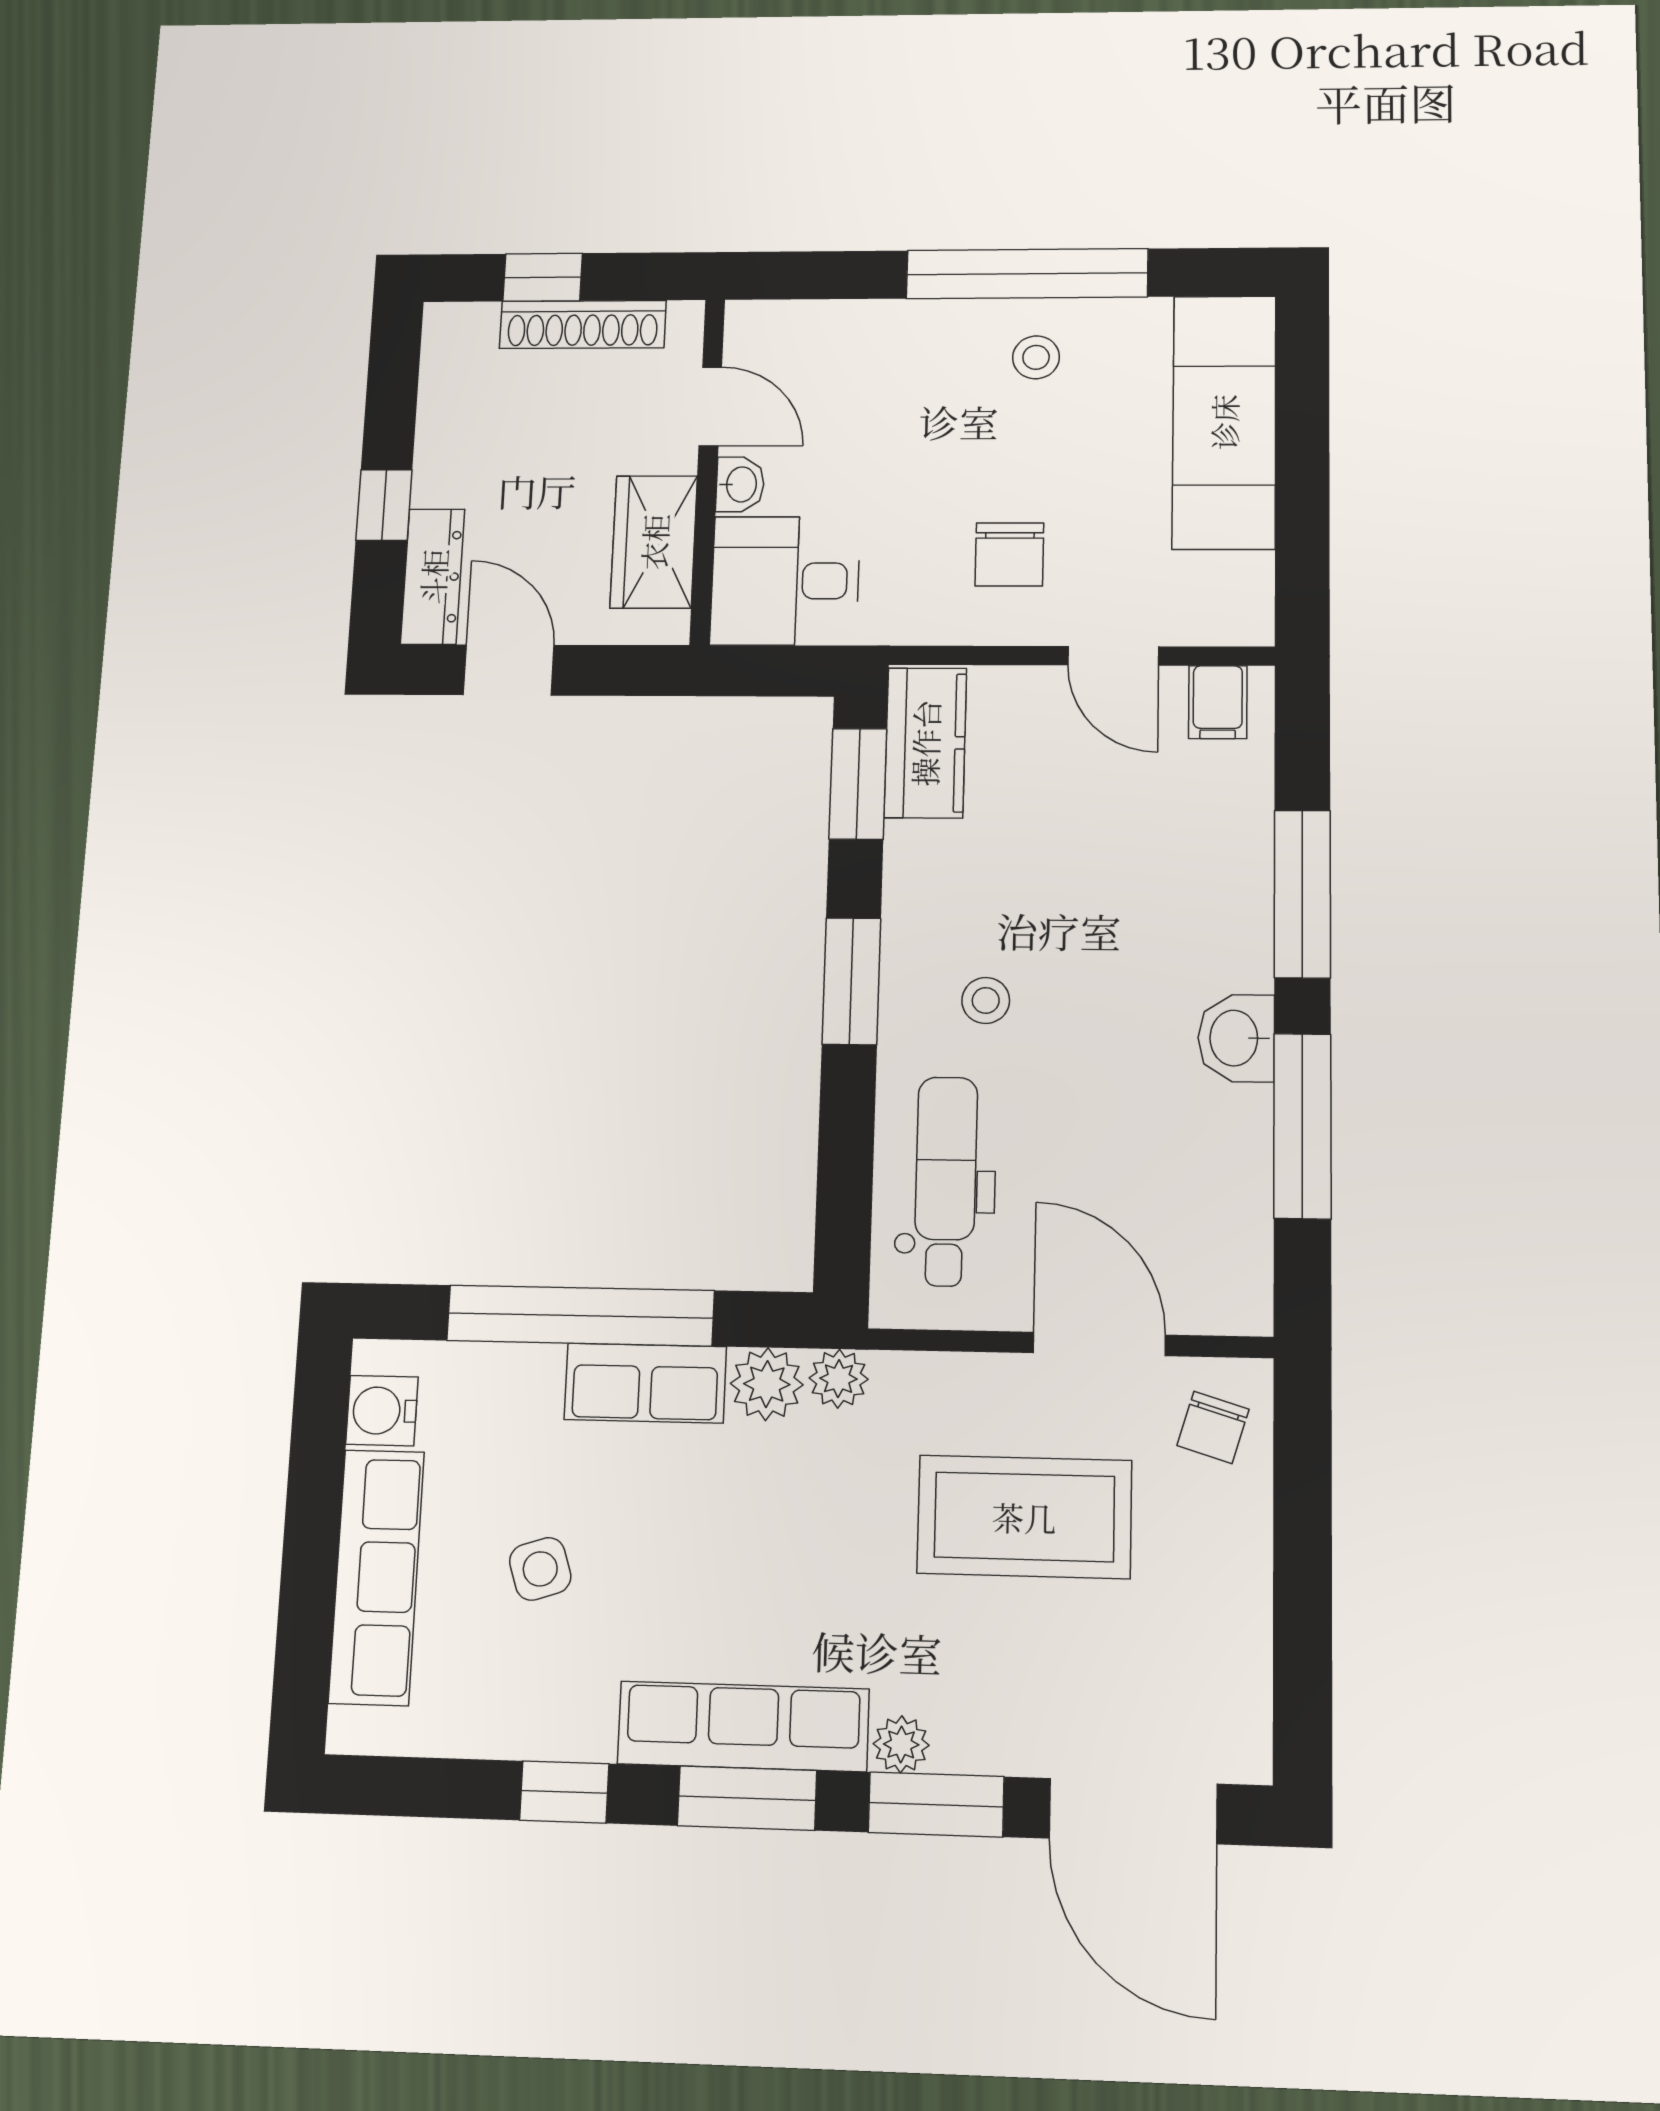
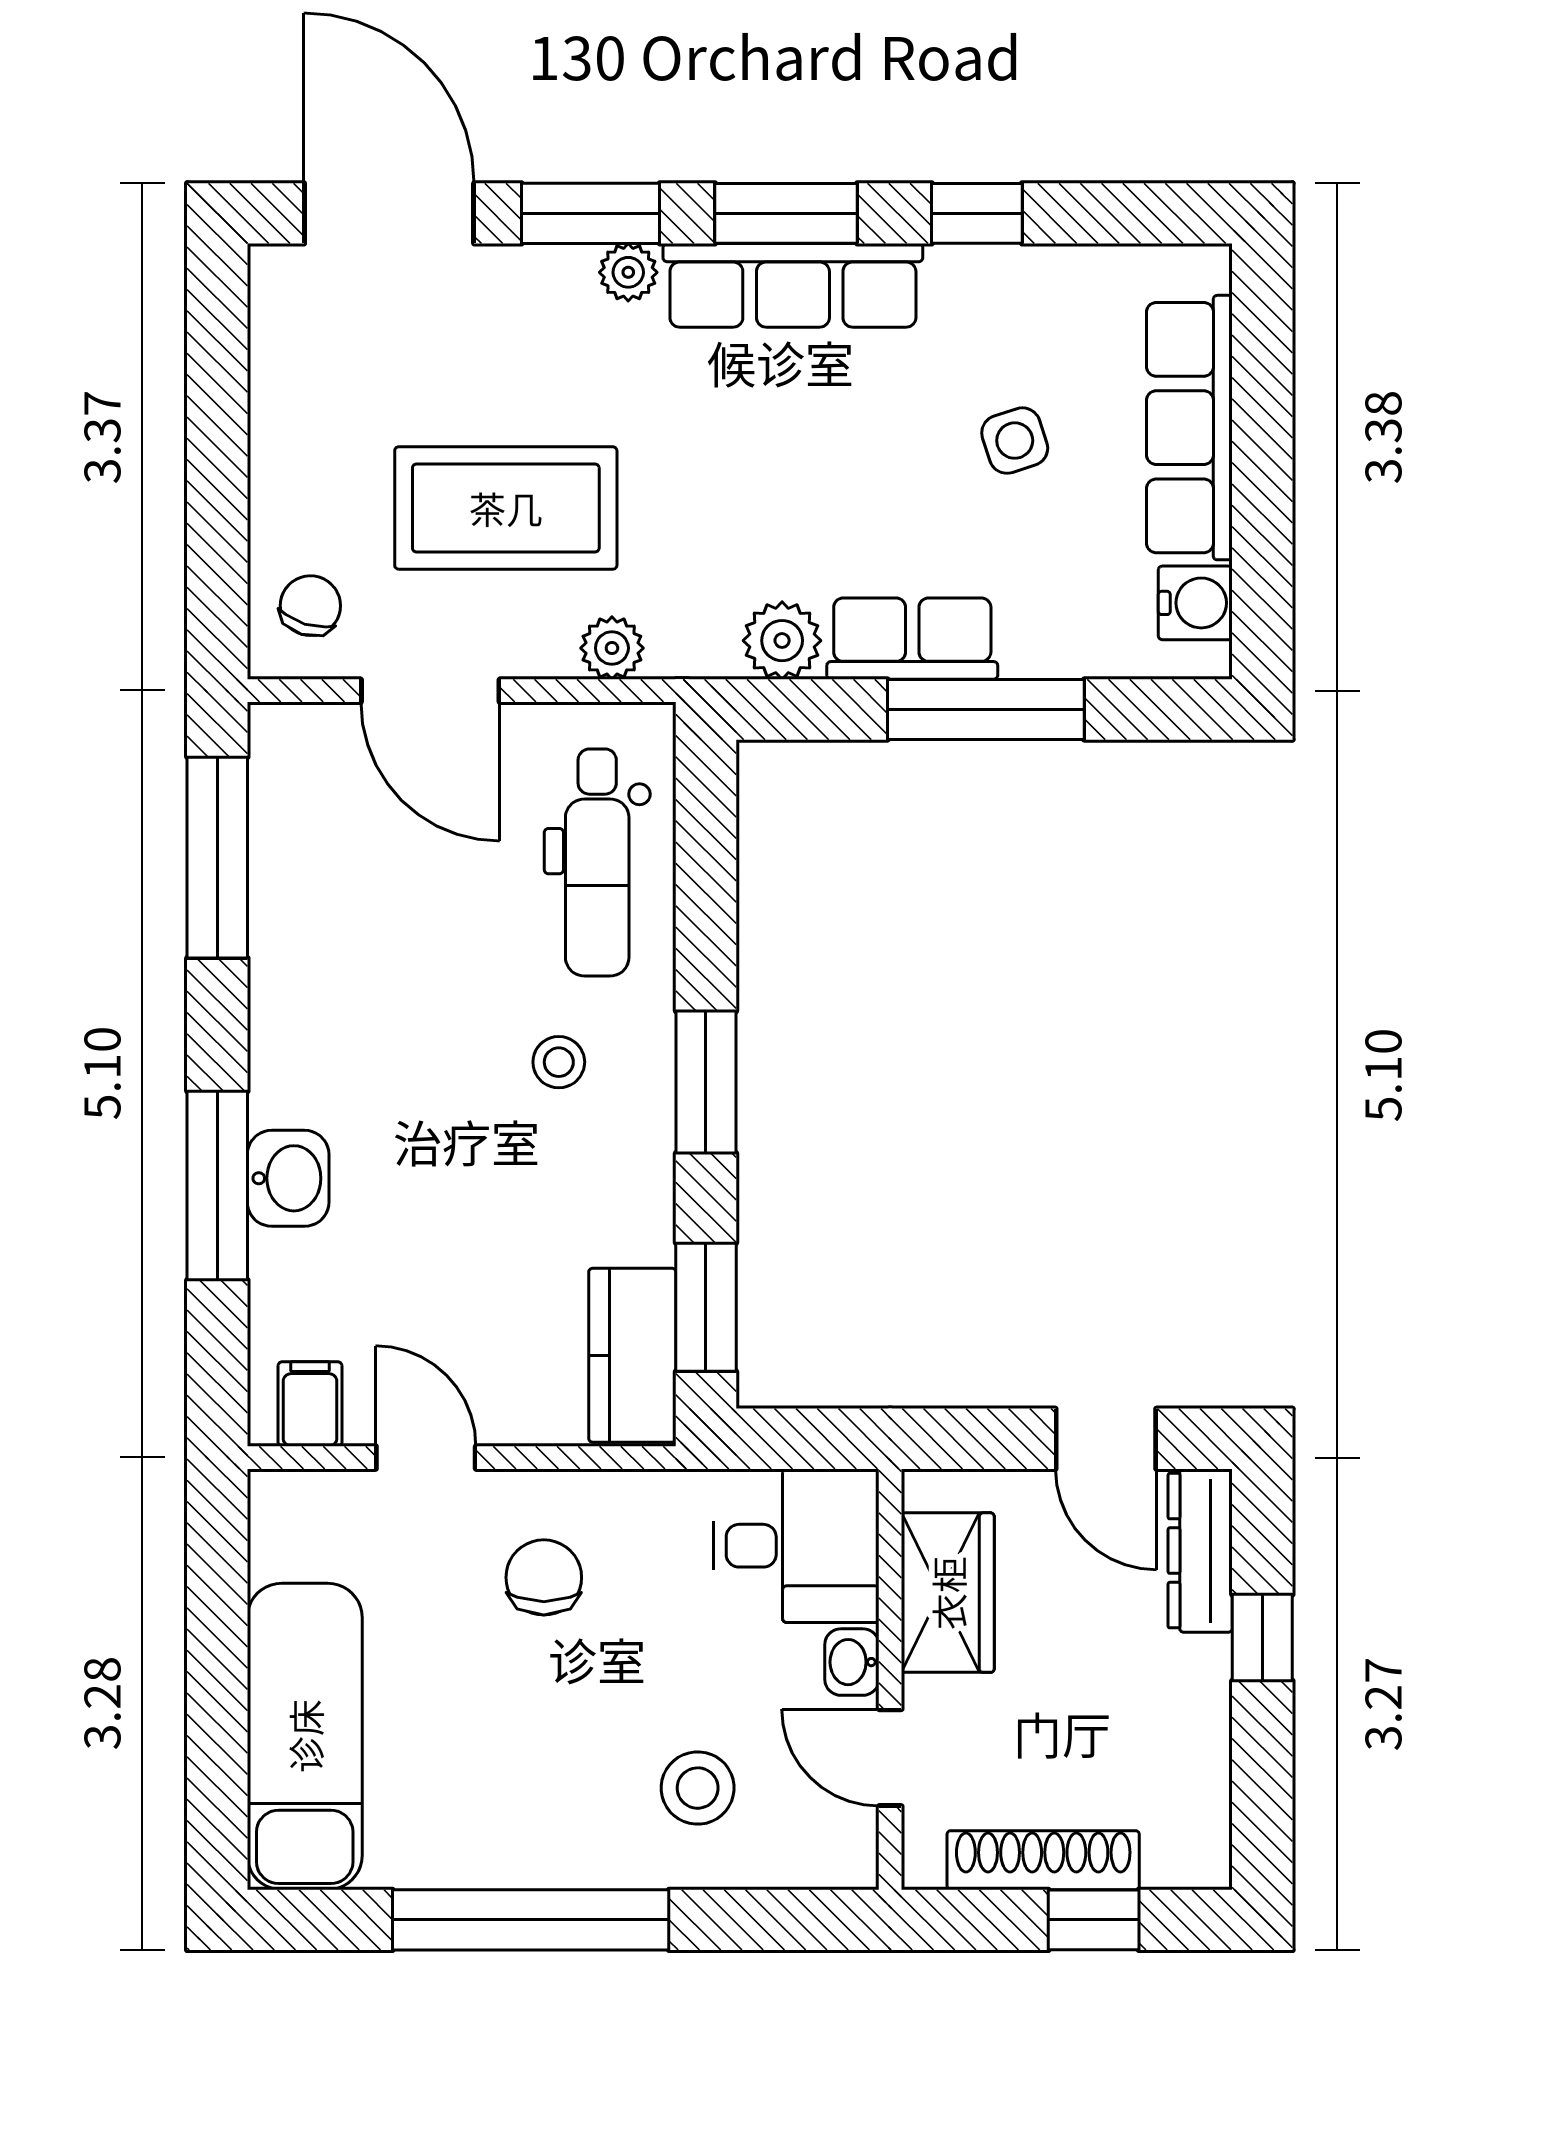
stool: (1036, 357) -> (698, 1788), moved, width x1.37, depth x1.37
washbasin: (1236, 1038) -> (288, 1178), moved
window: (1302, 1126) -> (217, 858), moved
window: (580, 1315) -> (986, 710), width x0.68
plant: (839, 1379) -> (612, 648), moved

